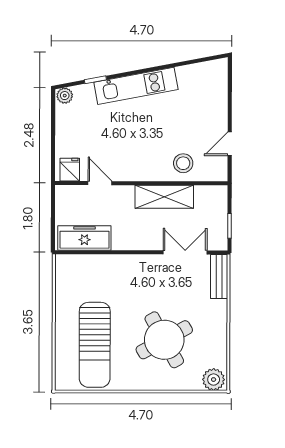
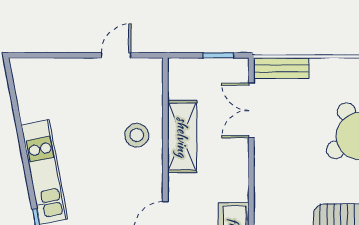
door: (230, 144) -> (116, 55), swing flipped
stool: (183, 163) -> (137, 135), moved

